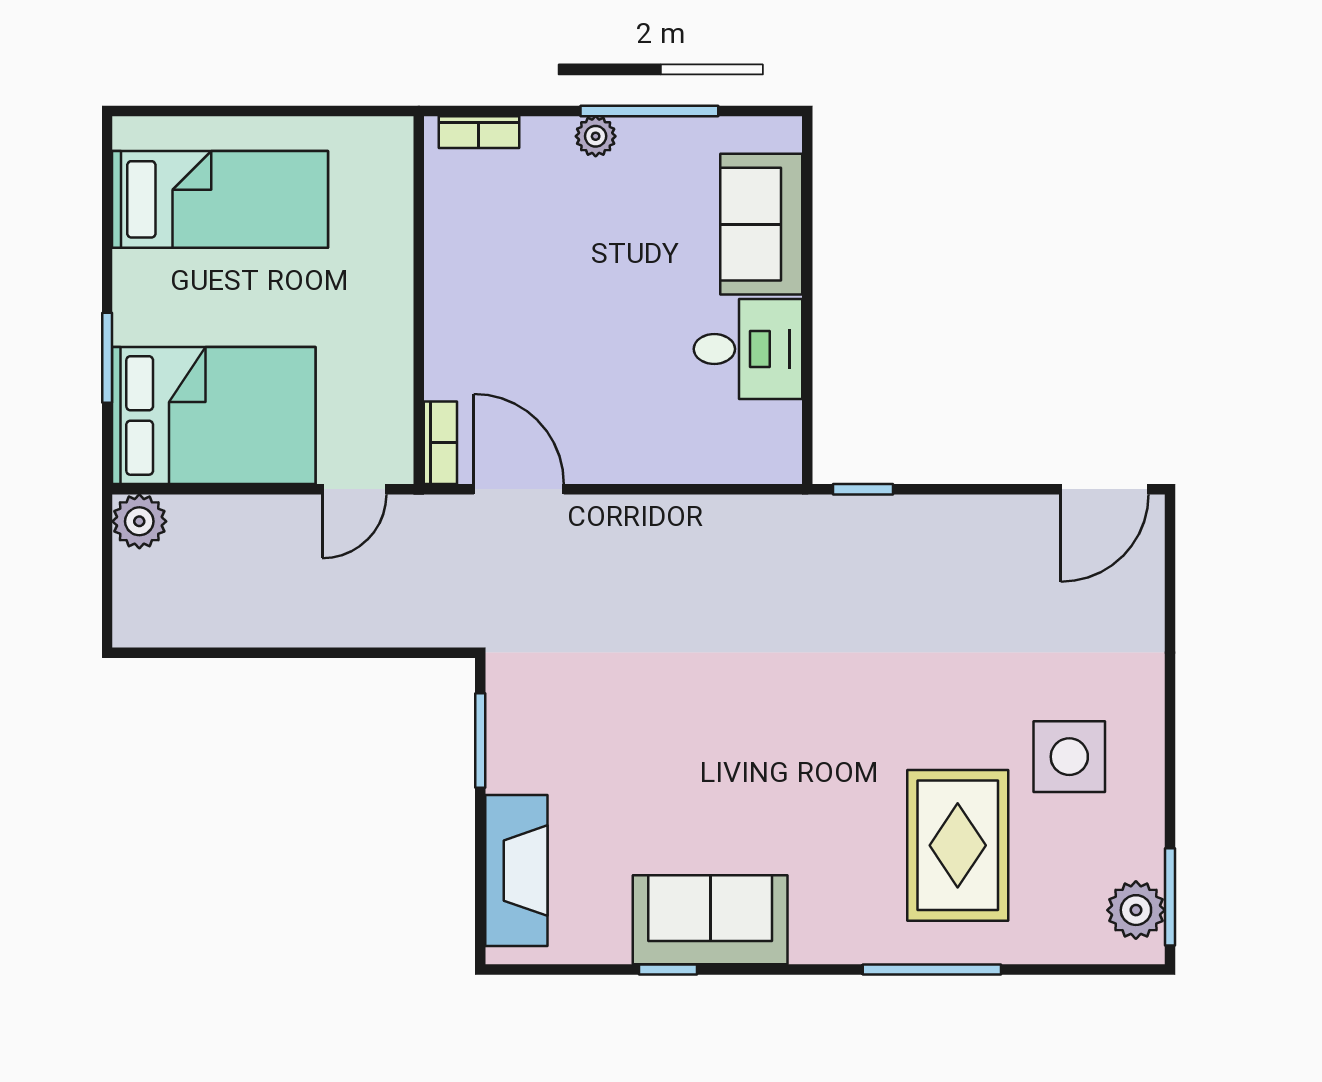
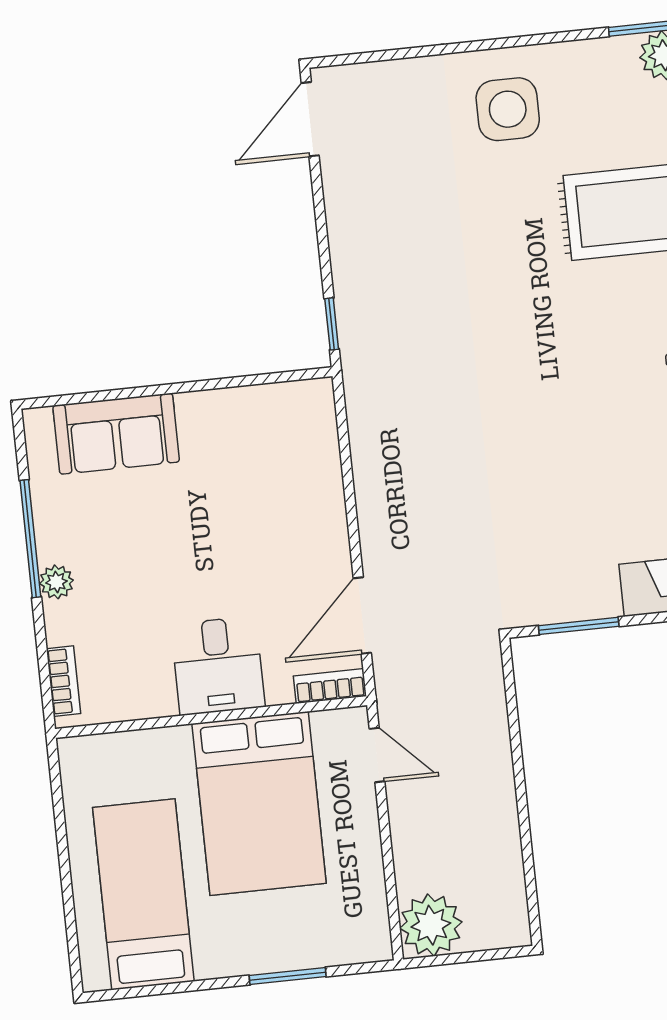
desk: (748, 349) -> (218, 666), moved, turned 180
bed: (214, 415) -> (259, 803), moved, turned 180
door: (1105, 489) -> (310, 119), swing flipped
plant: (139, 521) -> (431, 925), width x1.36, depth x1.36
side table: (1069, 757) -> (508, 109), moved

